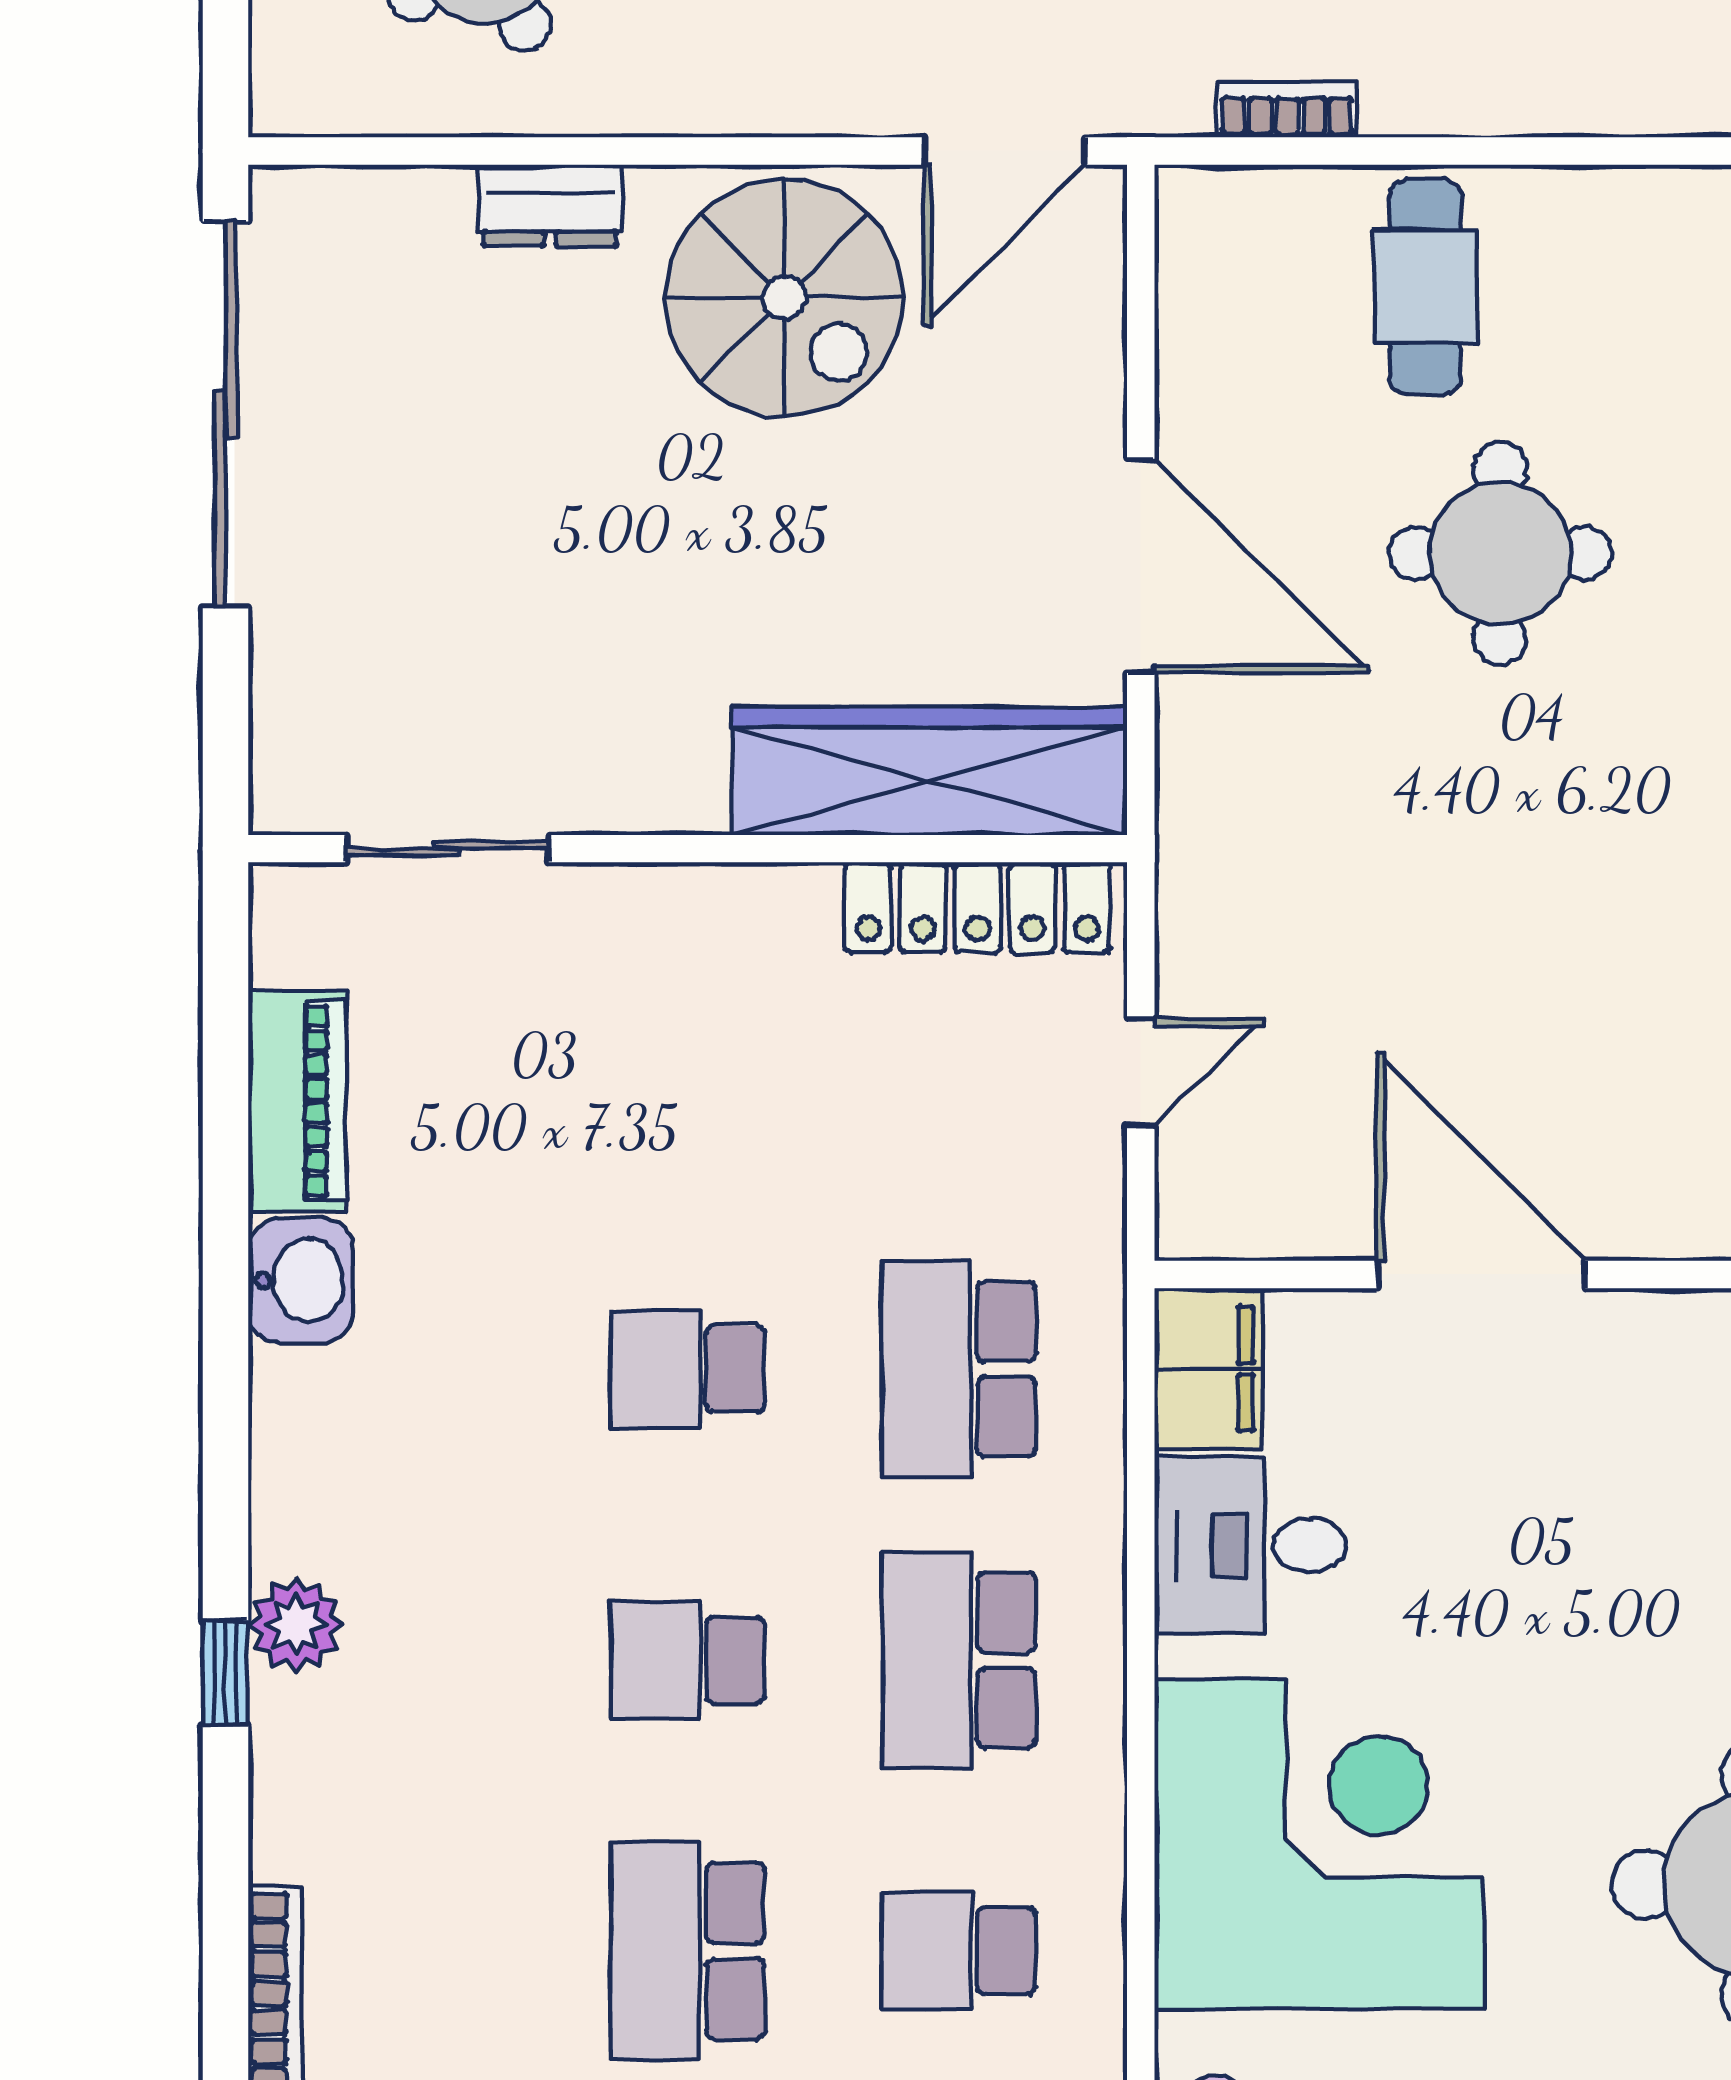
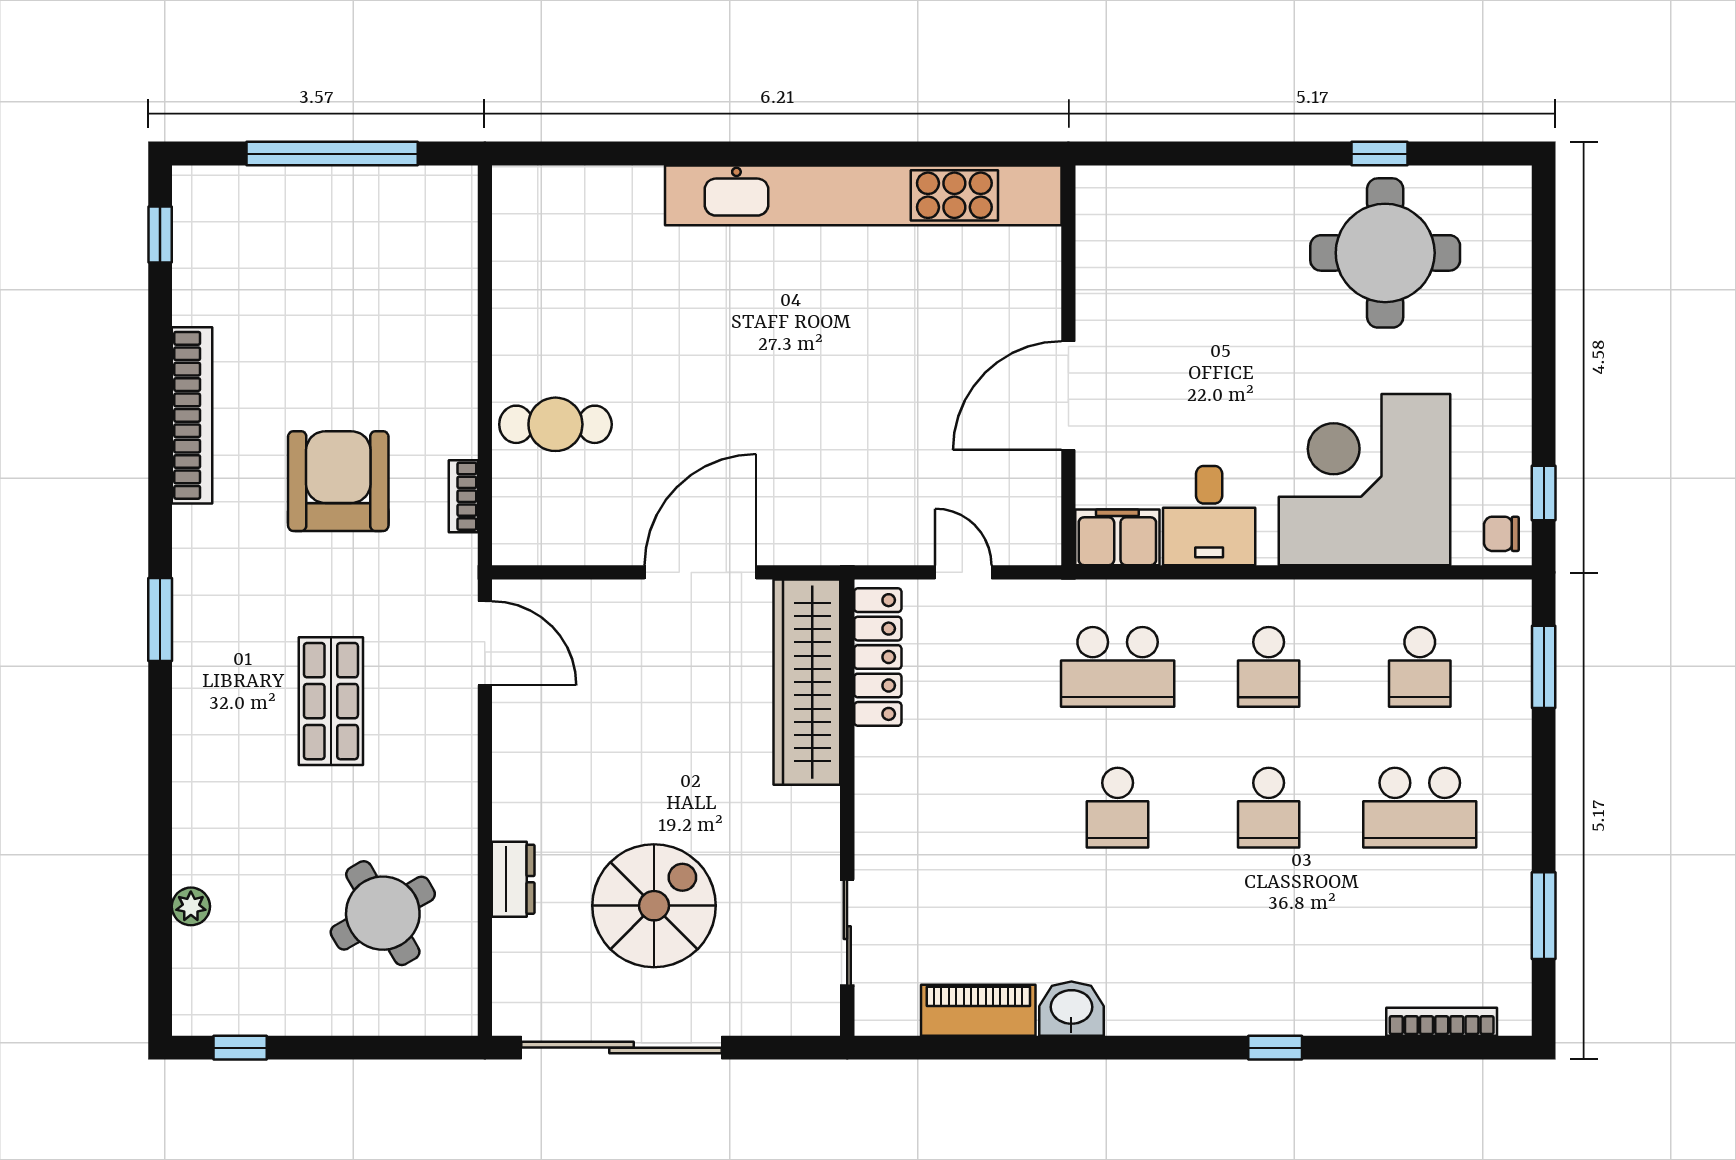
spiral stairs: (784, 298) -> (654, 906), moved
round table: (1500, 553) -> (694, 386), removed
plant: (296, 1625) -> (1250, 1011), removed
school desk: (959, 1660) -> (1269, 667), width x0.54

